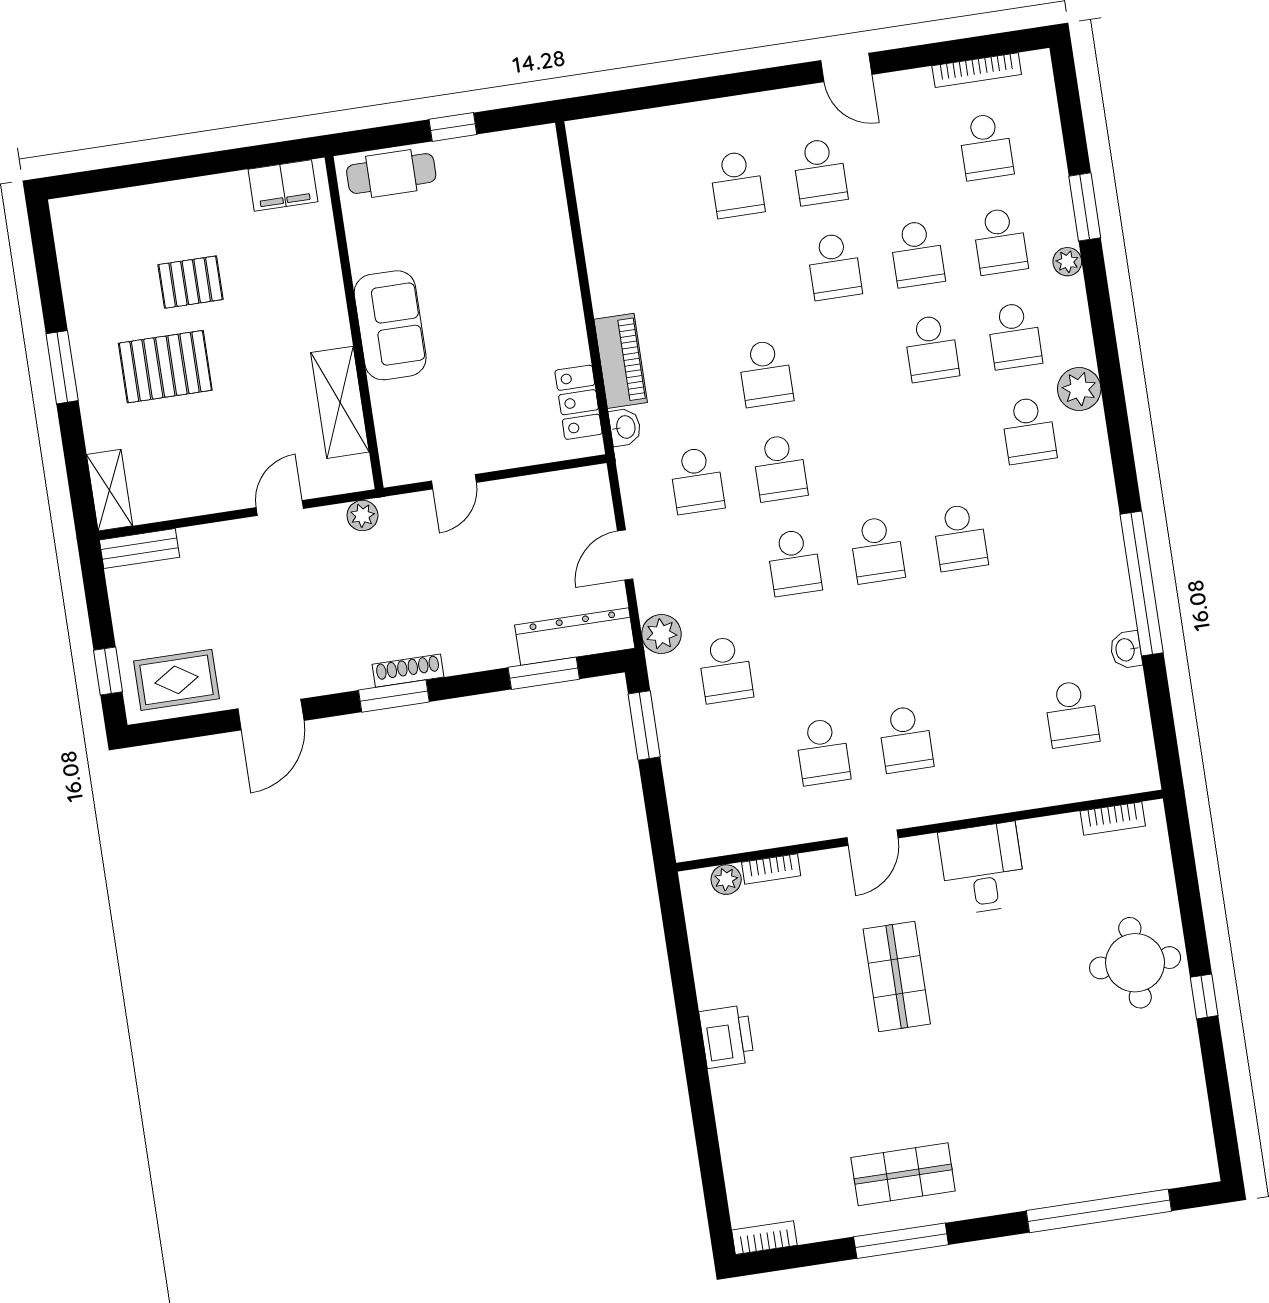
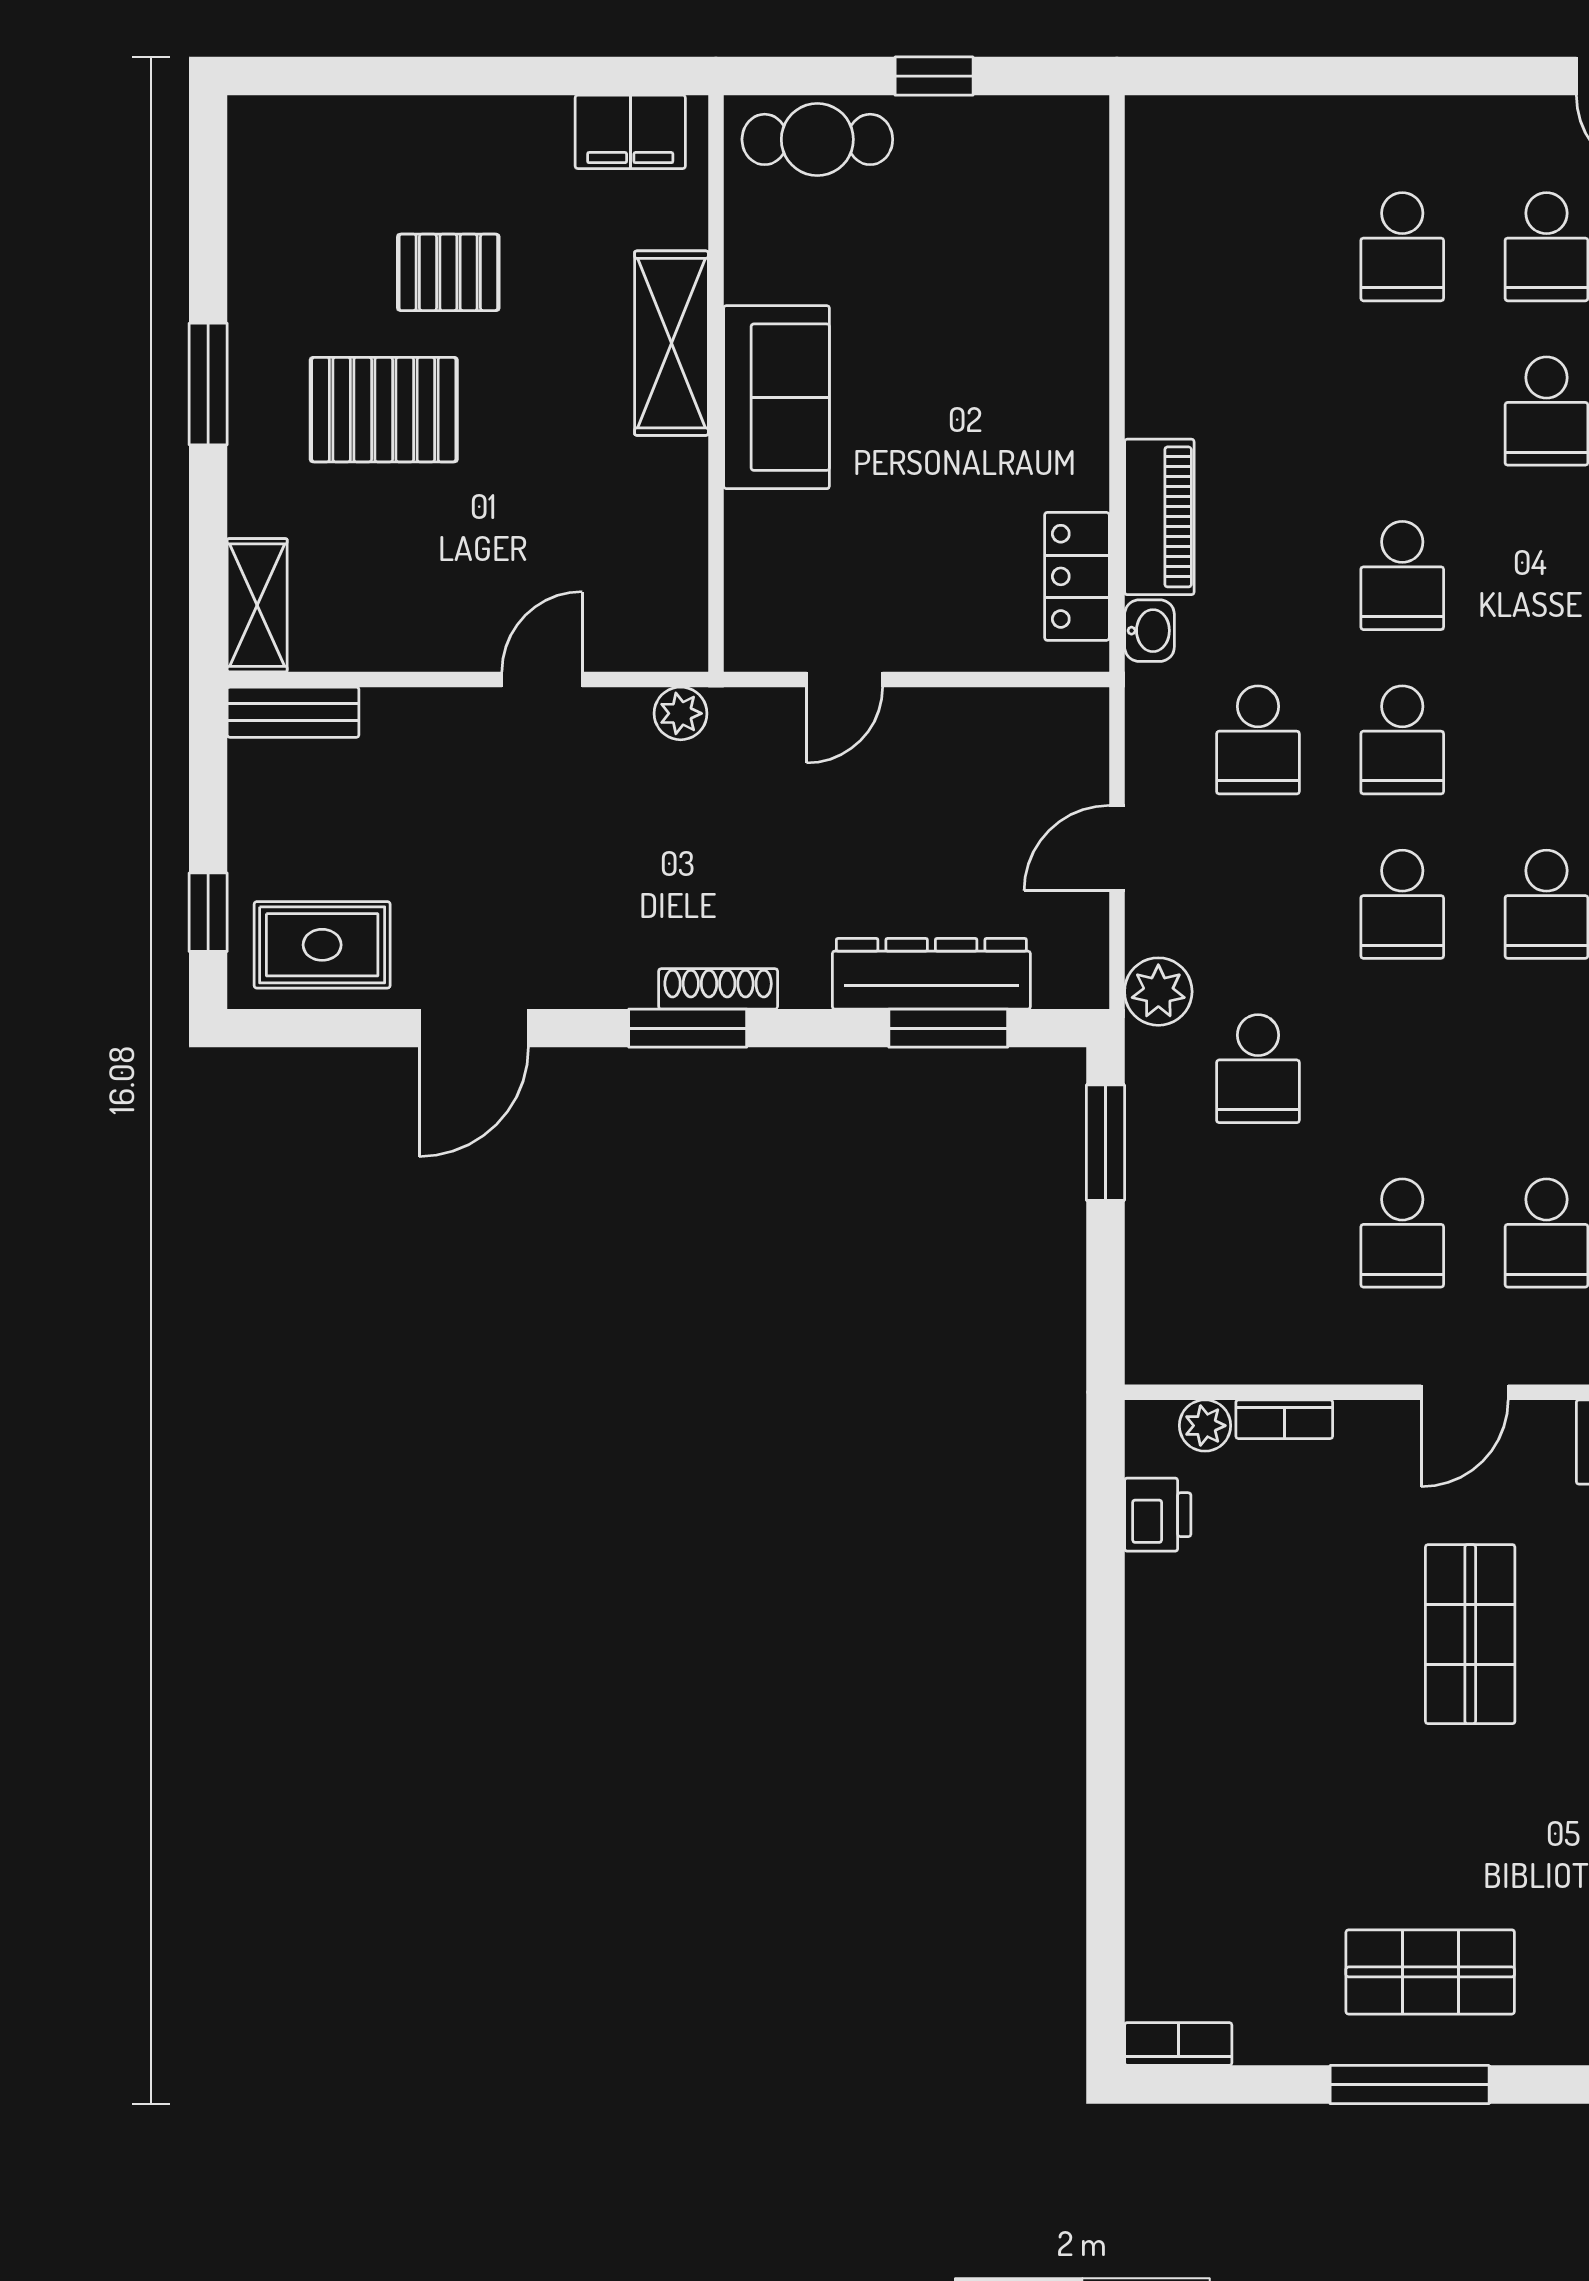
shelving: (340, 402) -> (671, 343), moved
dresser: (575, 637) -> (931, 974), moved
printer: (727, 1037) -> (1158, 1515), moved, width x0.73, depth x0.81

